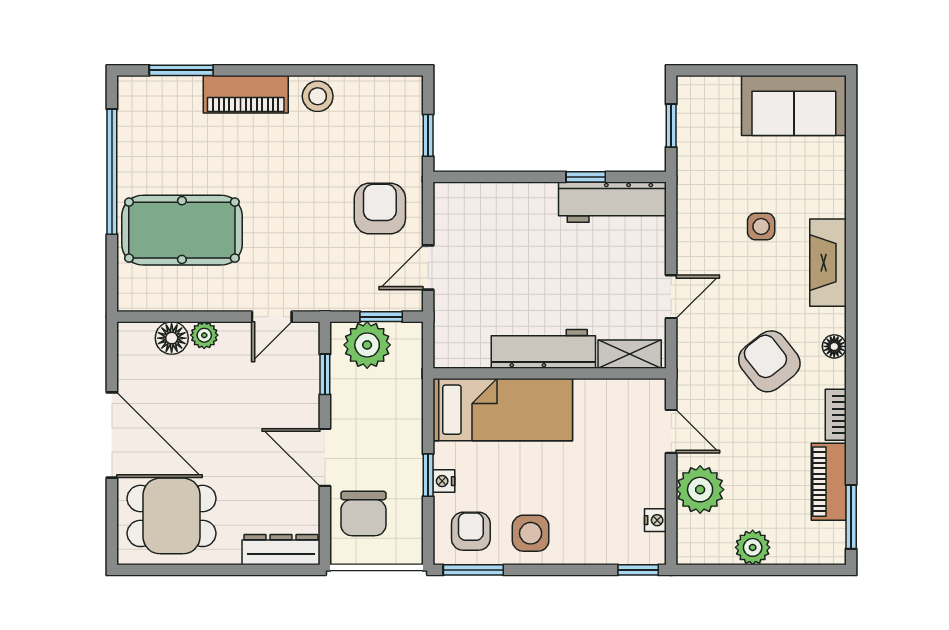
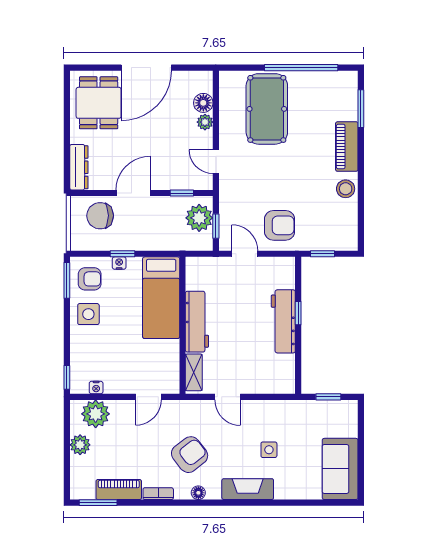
window: (586, 177) -> (298, 313), moved
workbench: (612, 202) -> (283, 321), moved
plant: (700, 490) -> (96, 414), moved

